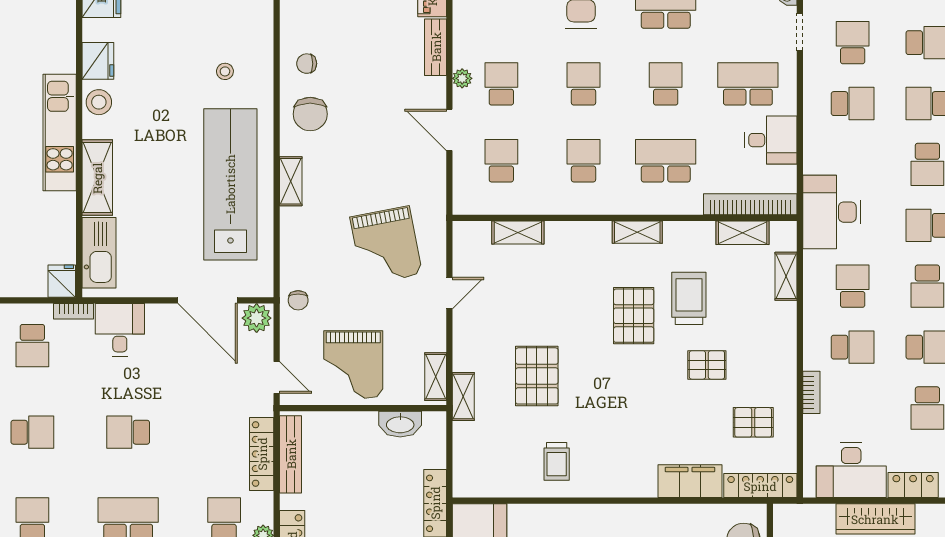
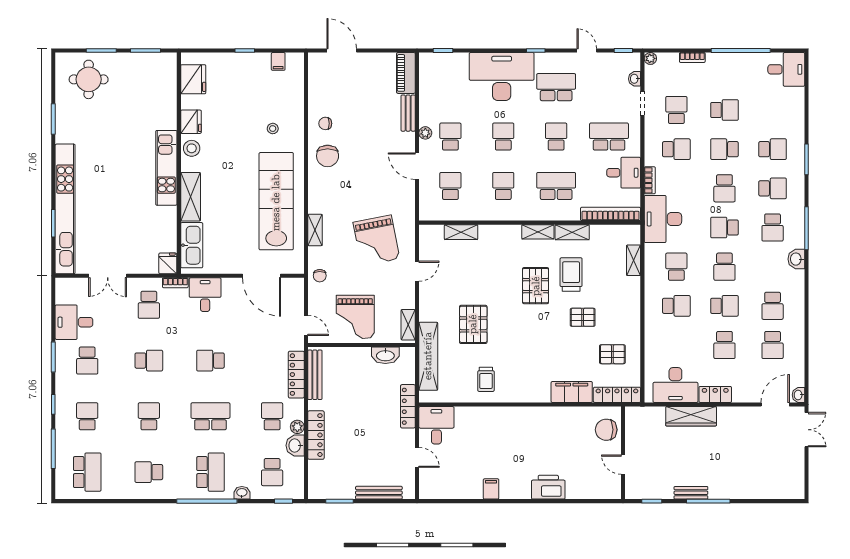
shelving: (291, 181) -> (315, 230), moved
shelving: (743, 233) -> (572, 232), moved
plant: (257, 318) -> (293, 287), removed
bookcase: (811, 392) -> (650, 180), moved
shelving: (463, 397) -> (428, 356), width x2.20, depth x1.33

